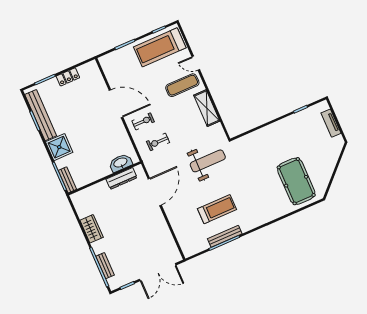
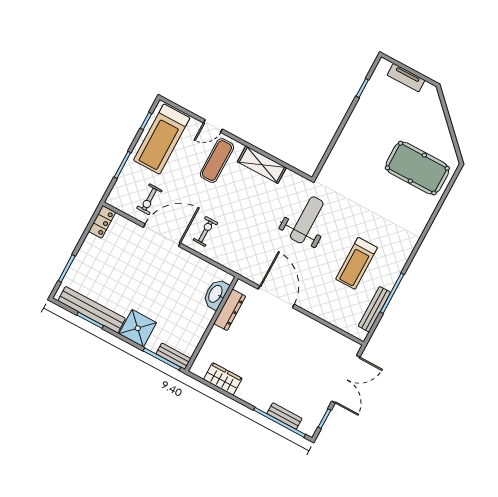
locker: (68, 77) -> (102, 222), moved
exercise bike: (158, 142) -> (149, 199), moved
treadmill: (217, 209) -> (357, 263), turned 180
wardrobe: (92, 229) -> (223, 379), moved
bench: (225, 236) -> (374, 309), moved

